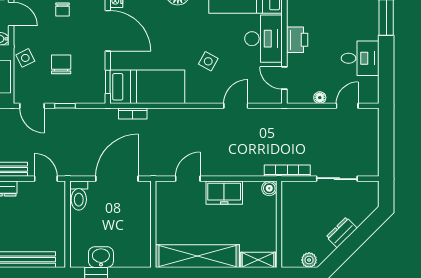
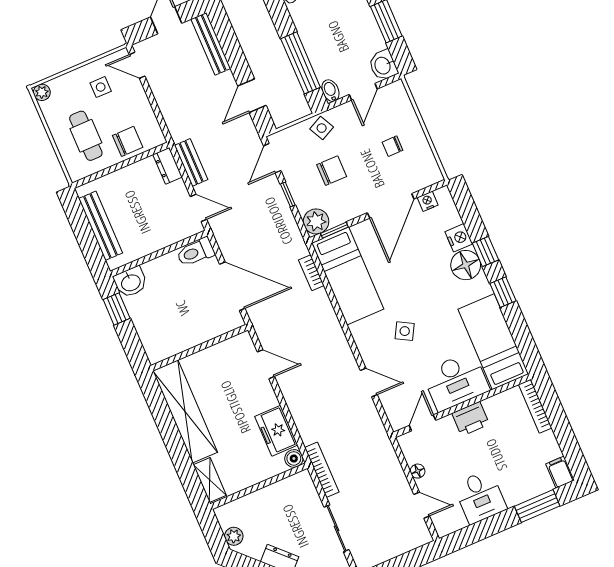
plant: (95, 93) -> (316, 221), added
door: (46, 179) -> (199, 208), hinge flipped
freezer: (224, 193) -> (276, 431), moved
washbasin: (101, 257) -> (131, 282), moved, turned 90

